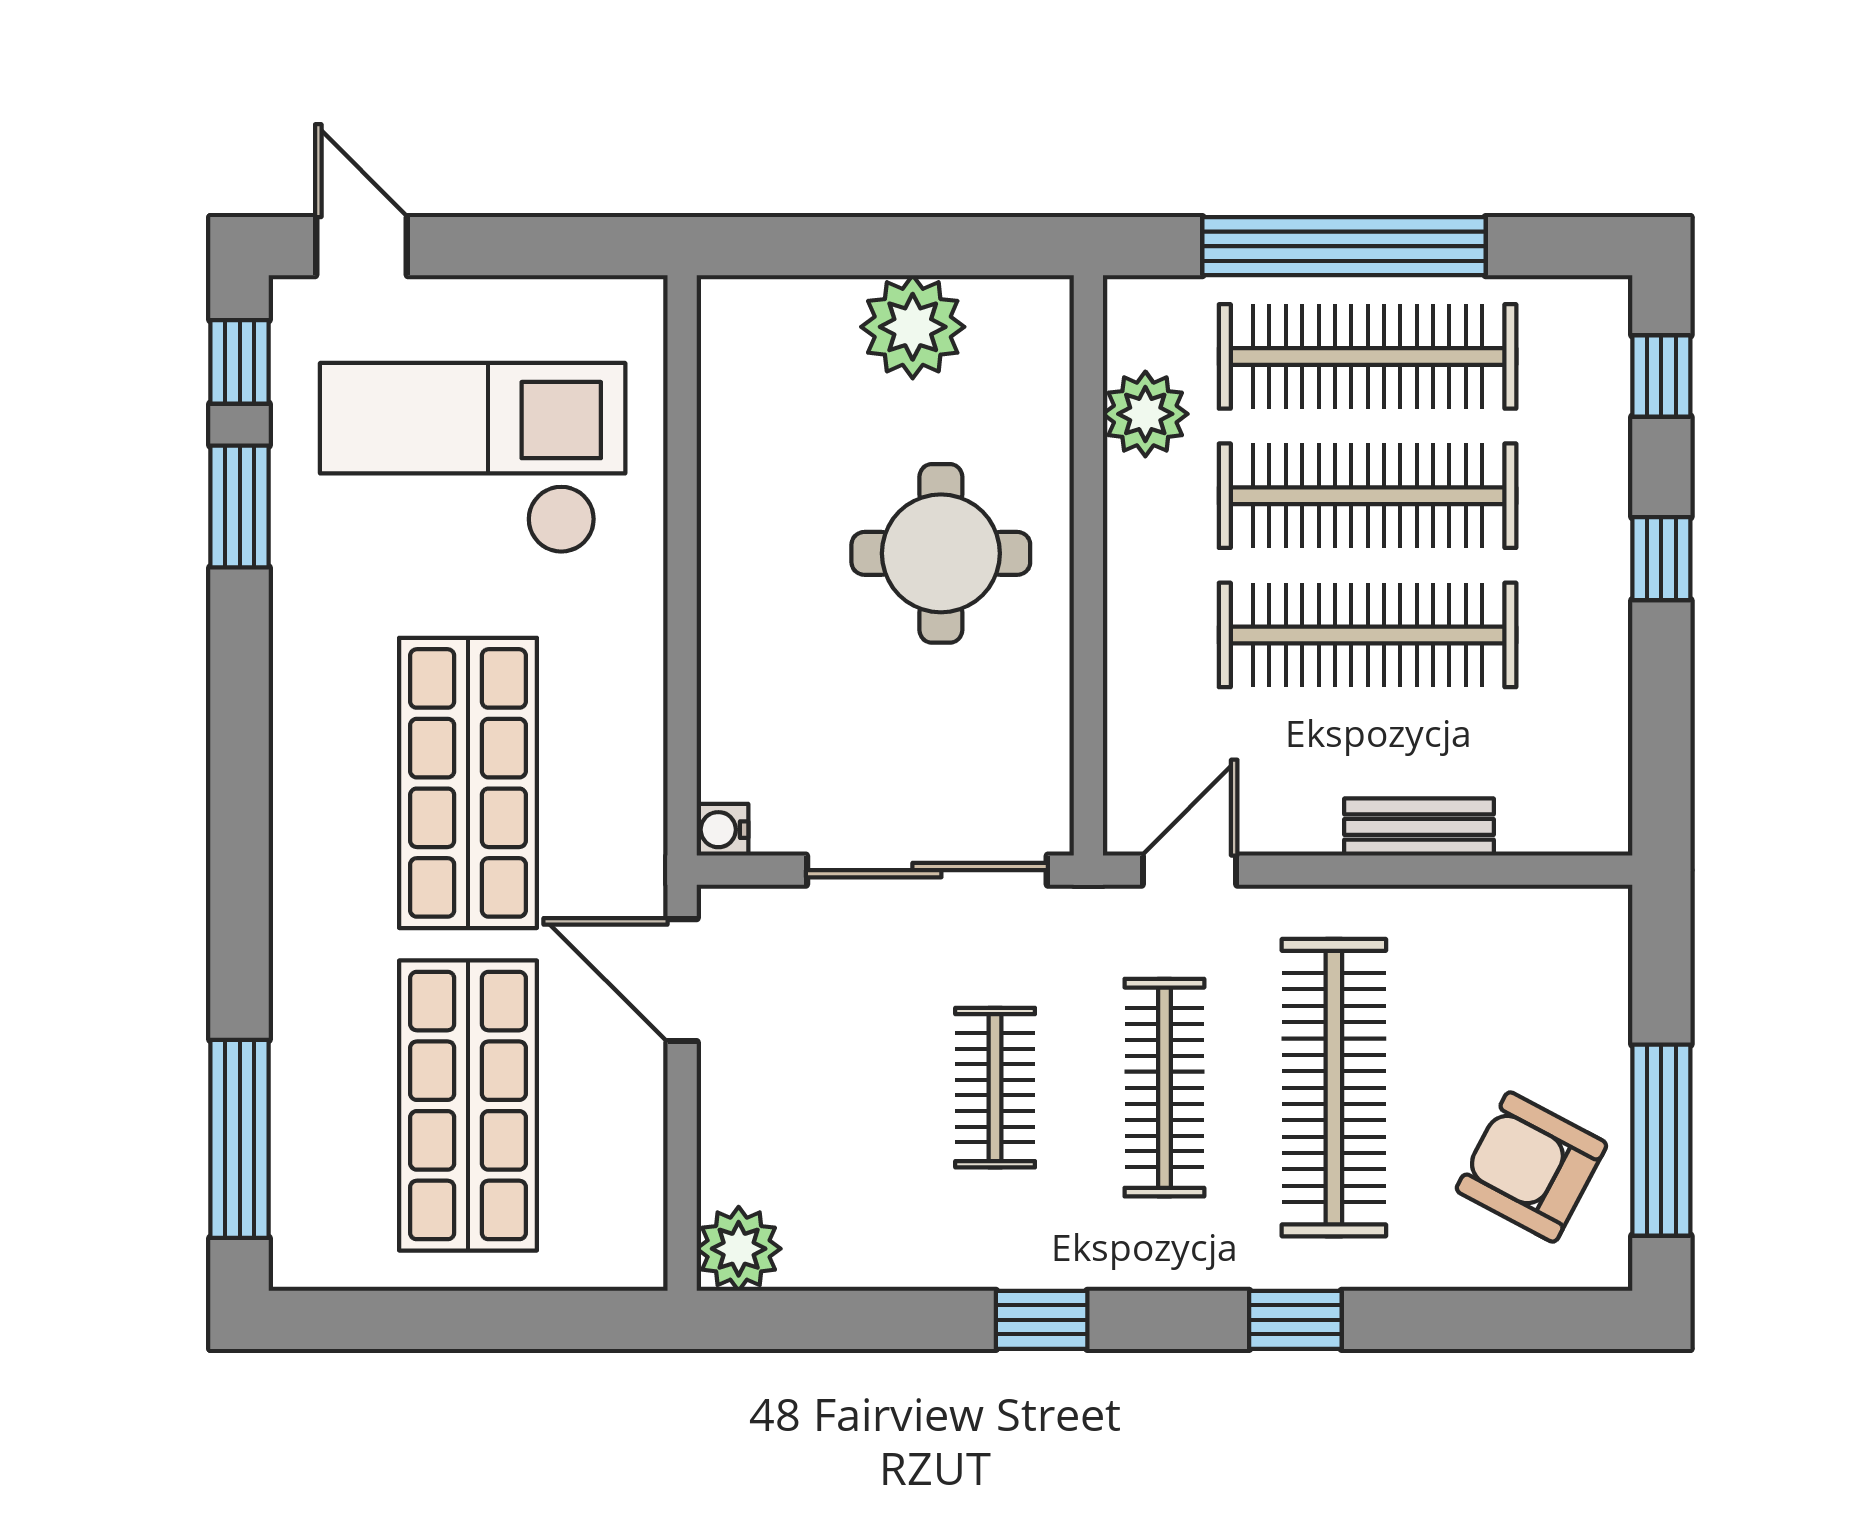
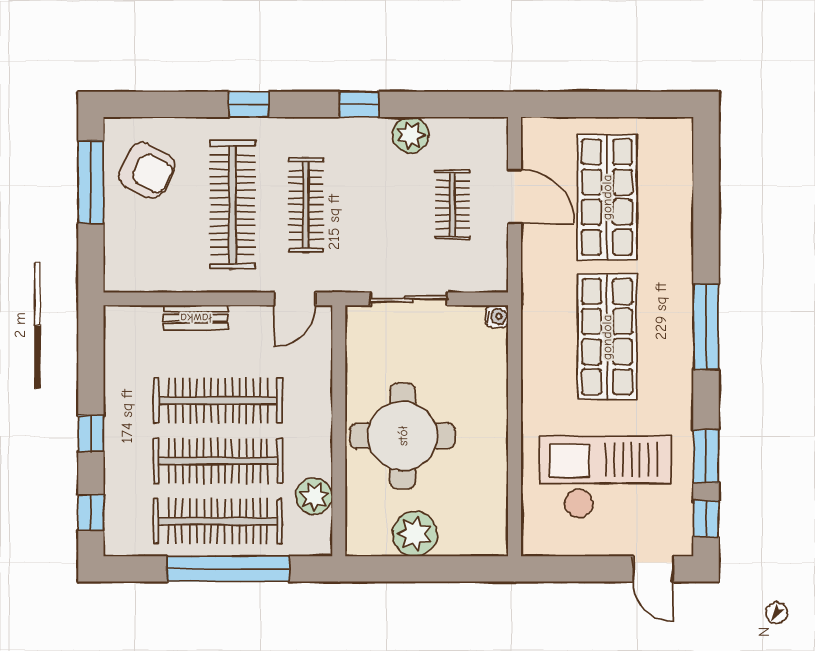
checkout: (473, 458) -> (605, 477), turned 180
round table: (941, 553) -> (403, 436), width x1.36, depth x1.36
sliding door: (927, 870) -> (409, 299), width x0.73
door: (682, 980) -> (515, 196), moved
clothes rail: (995, 1088) -> (452, 205), moved
window: (240, 1139) -> (706, 327), moved
plant: (739, 1249) -> (411, 135), moved

